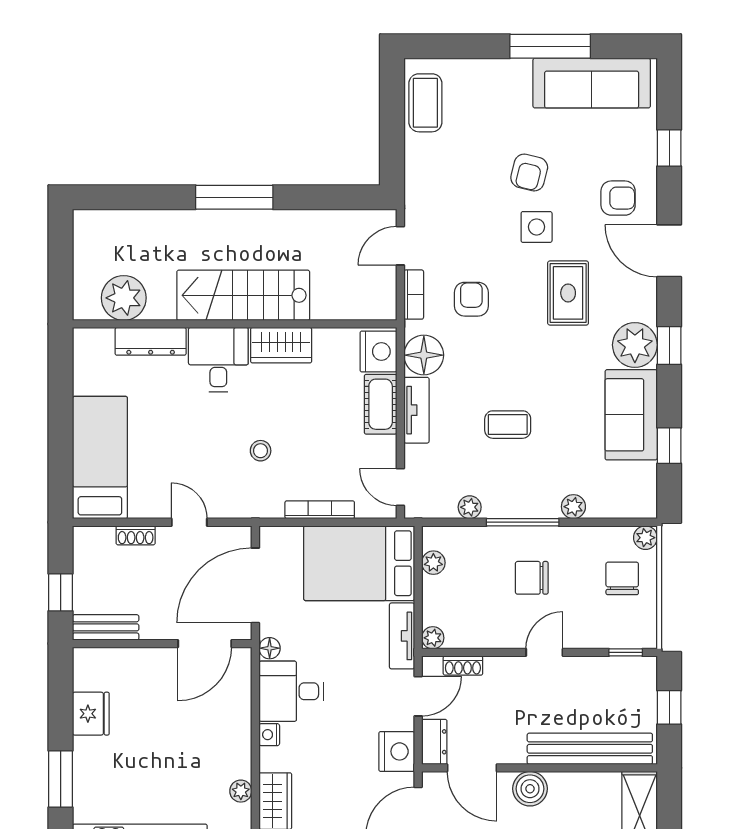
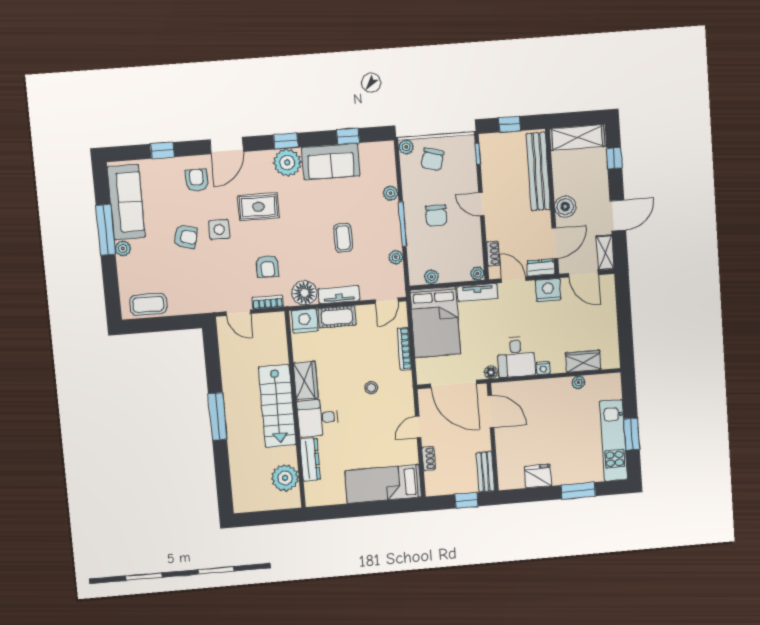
plant: (518, 71) -> (123, 249), added
armchair: (471, 299) -> (268, 266), turned -90
chair: (622, 578) -> (432, 159), turned -74

